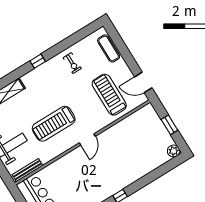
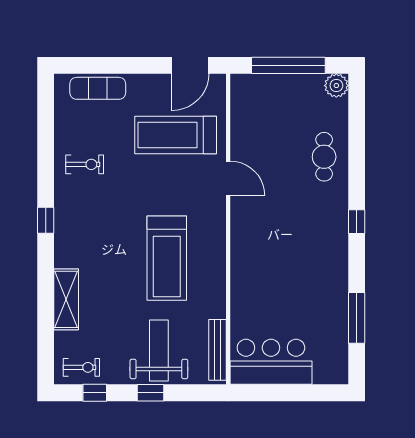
window: (169, 125) -> (288, 65), width x2.11
door: (87, 139) -> (228, 178), moved
cafe table: (139, 165) -> (324, 157), added

